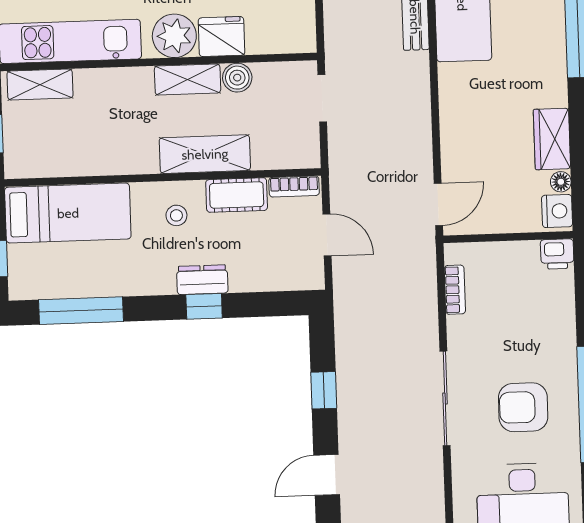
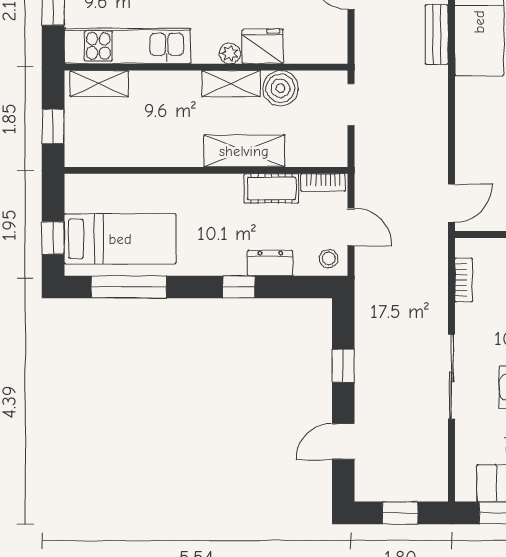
plant: (174, 36) -> (230, 53), width x0.53, depth x0.53
boiler: (237, 78) -> (280, 88), width x1.36, depth x1.36
bed: (68, 213) -> (120, 239), moved
stool: (176, 215) -> (329, 259), moved
dresser: (202, 280) -> (270, 263), moved

